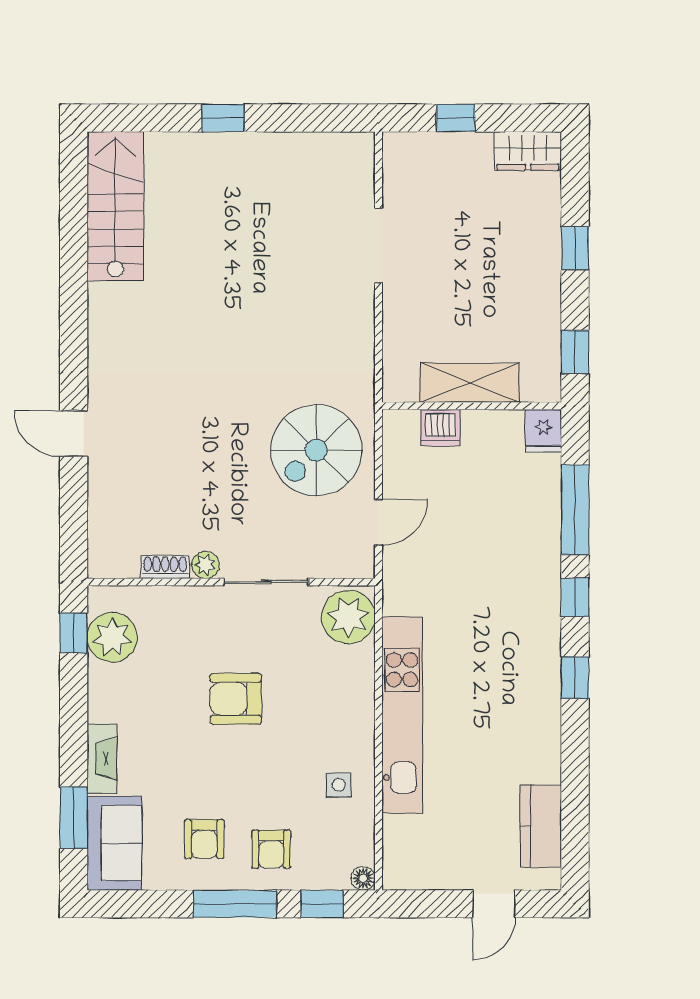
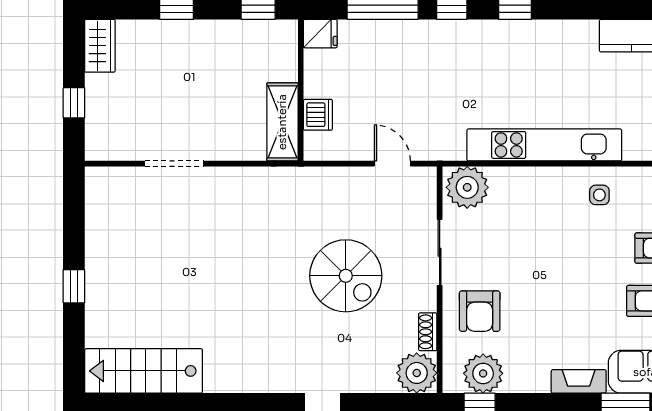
shelving: (470, 383) -> (282, 122), moved
spiral stairs: (316, 450) -> (346, 276), moved
plant: (205, 565) -> (417, 373), moved, width x1.87, depth x1.87
armchair: (236, 699) -> (480, 311), moved

